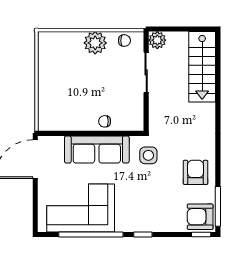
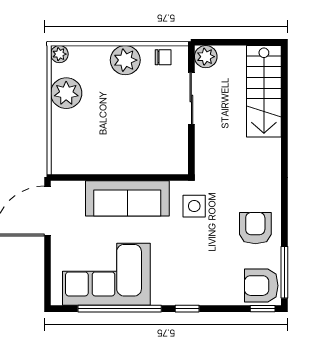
plant: (44, 38) -> (59, 54), added
plant: (50, 68) -> (66, 93), added
chair: (105, 121) -> (137, 162), removed

